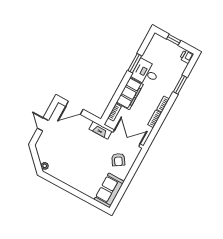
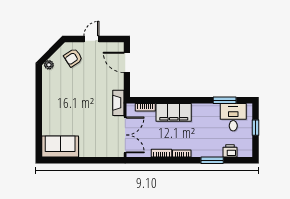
printer: (187, 56) -> (230, 151), moved
window: (135, 63) -> (225, 100), moved
desk: (146, 72) -> (233, 117), moved
armchair: (118, 160) -> (73, 58), moved

